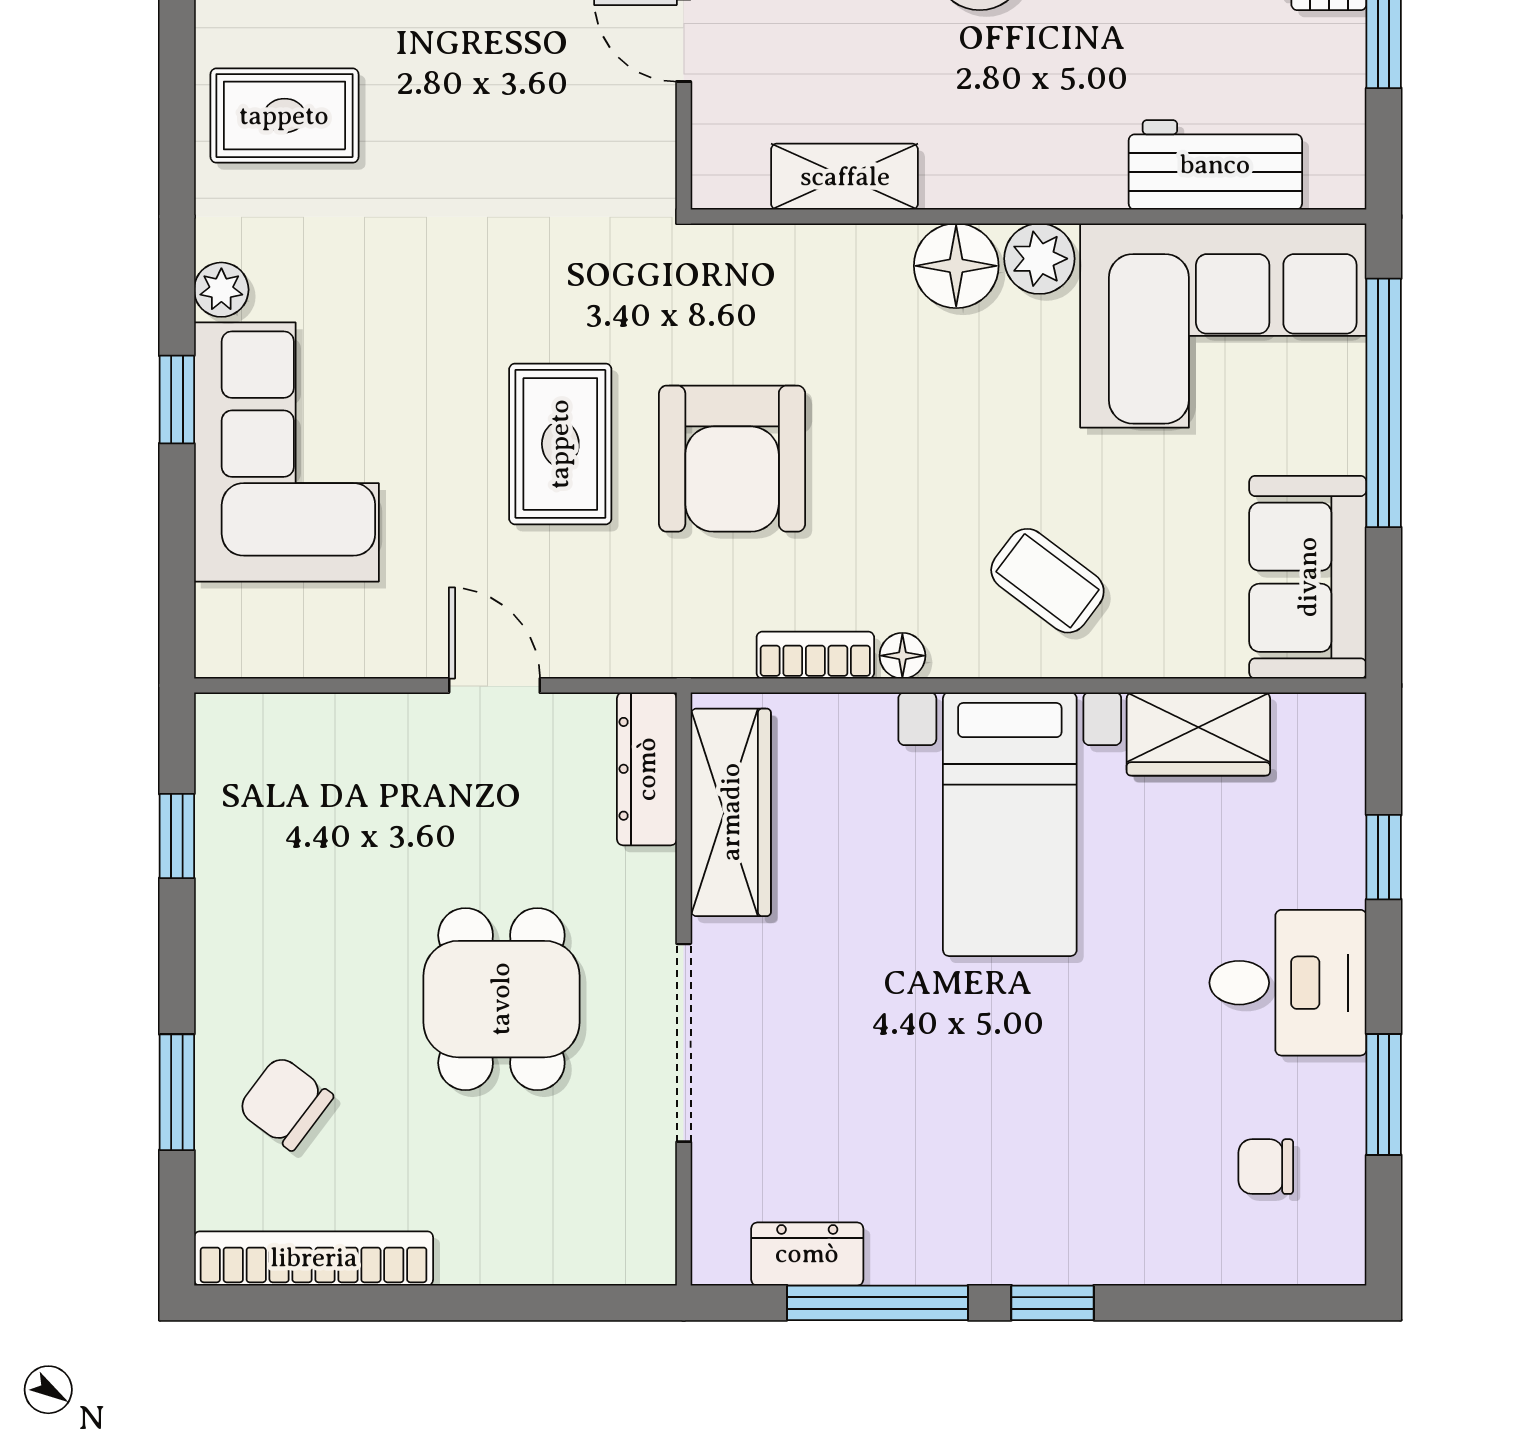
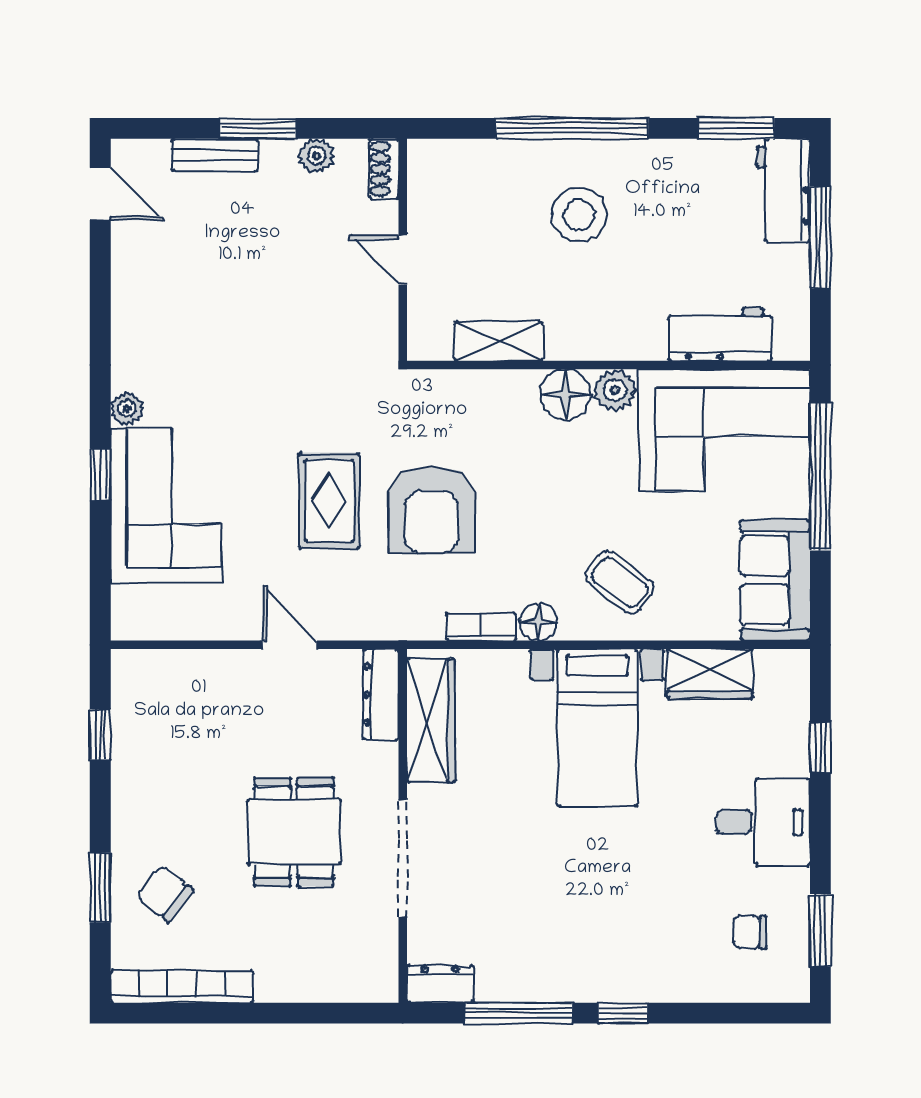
rug: (284, 116) -> (165, 305), removed
floor lamp: (902, 656) -> (538, 622), width x1.37, depth x1.37
window: (1384, 1094) -> (820, 930), moved
dresser: (807, 1254) -> (440, 984), moved

